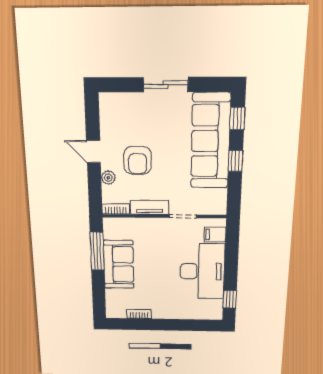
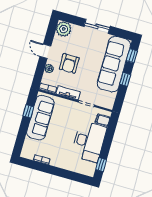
plant: (112, 106) -> (64, 29), added
window: (97, 251) -> (28, 111), width x0.46
sofa: (119, 264) -> (40, 118), width x1.36

